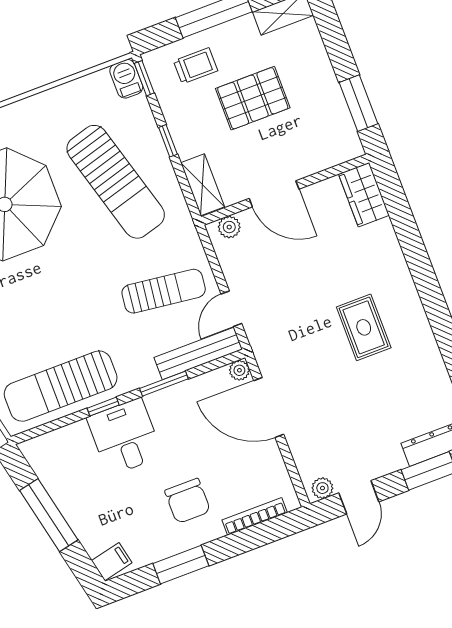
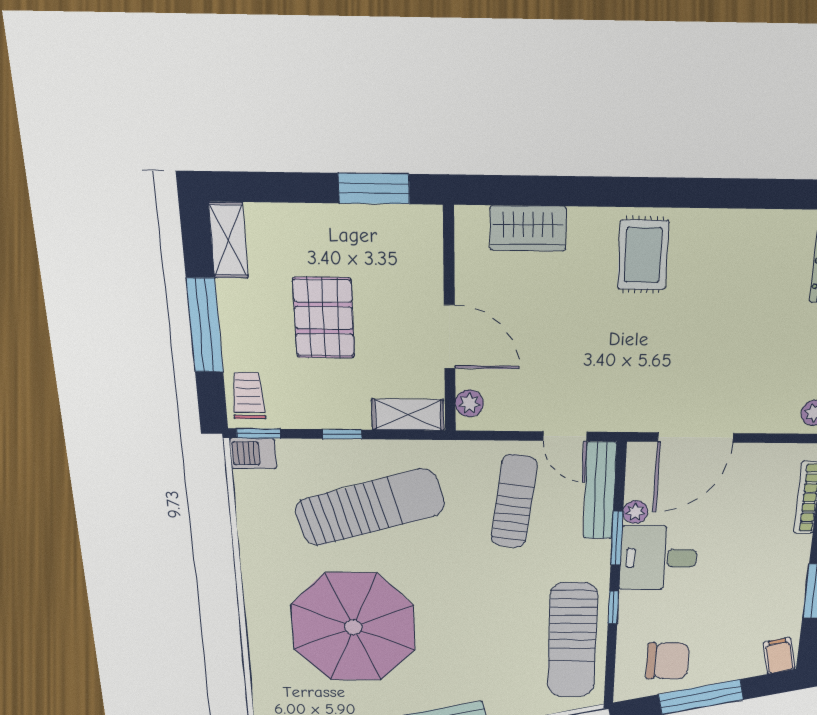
trolley: (196, 66) -> (248, 396), moved
door: (274, 194) -> (450, 337), hinge flipped
wardrobe: (364, 195) -> (528, 228), moved
rug: (364, 327) -> (643, 255), moved, turned 90
plant: (239, 370) -> (635, 512), moved
desk: (125, 437) -> (658, 558), moved
chair: (188, 501) -> (667, 661), moved

